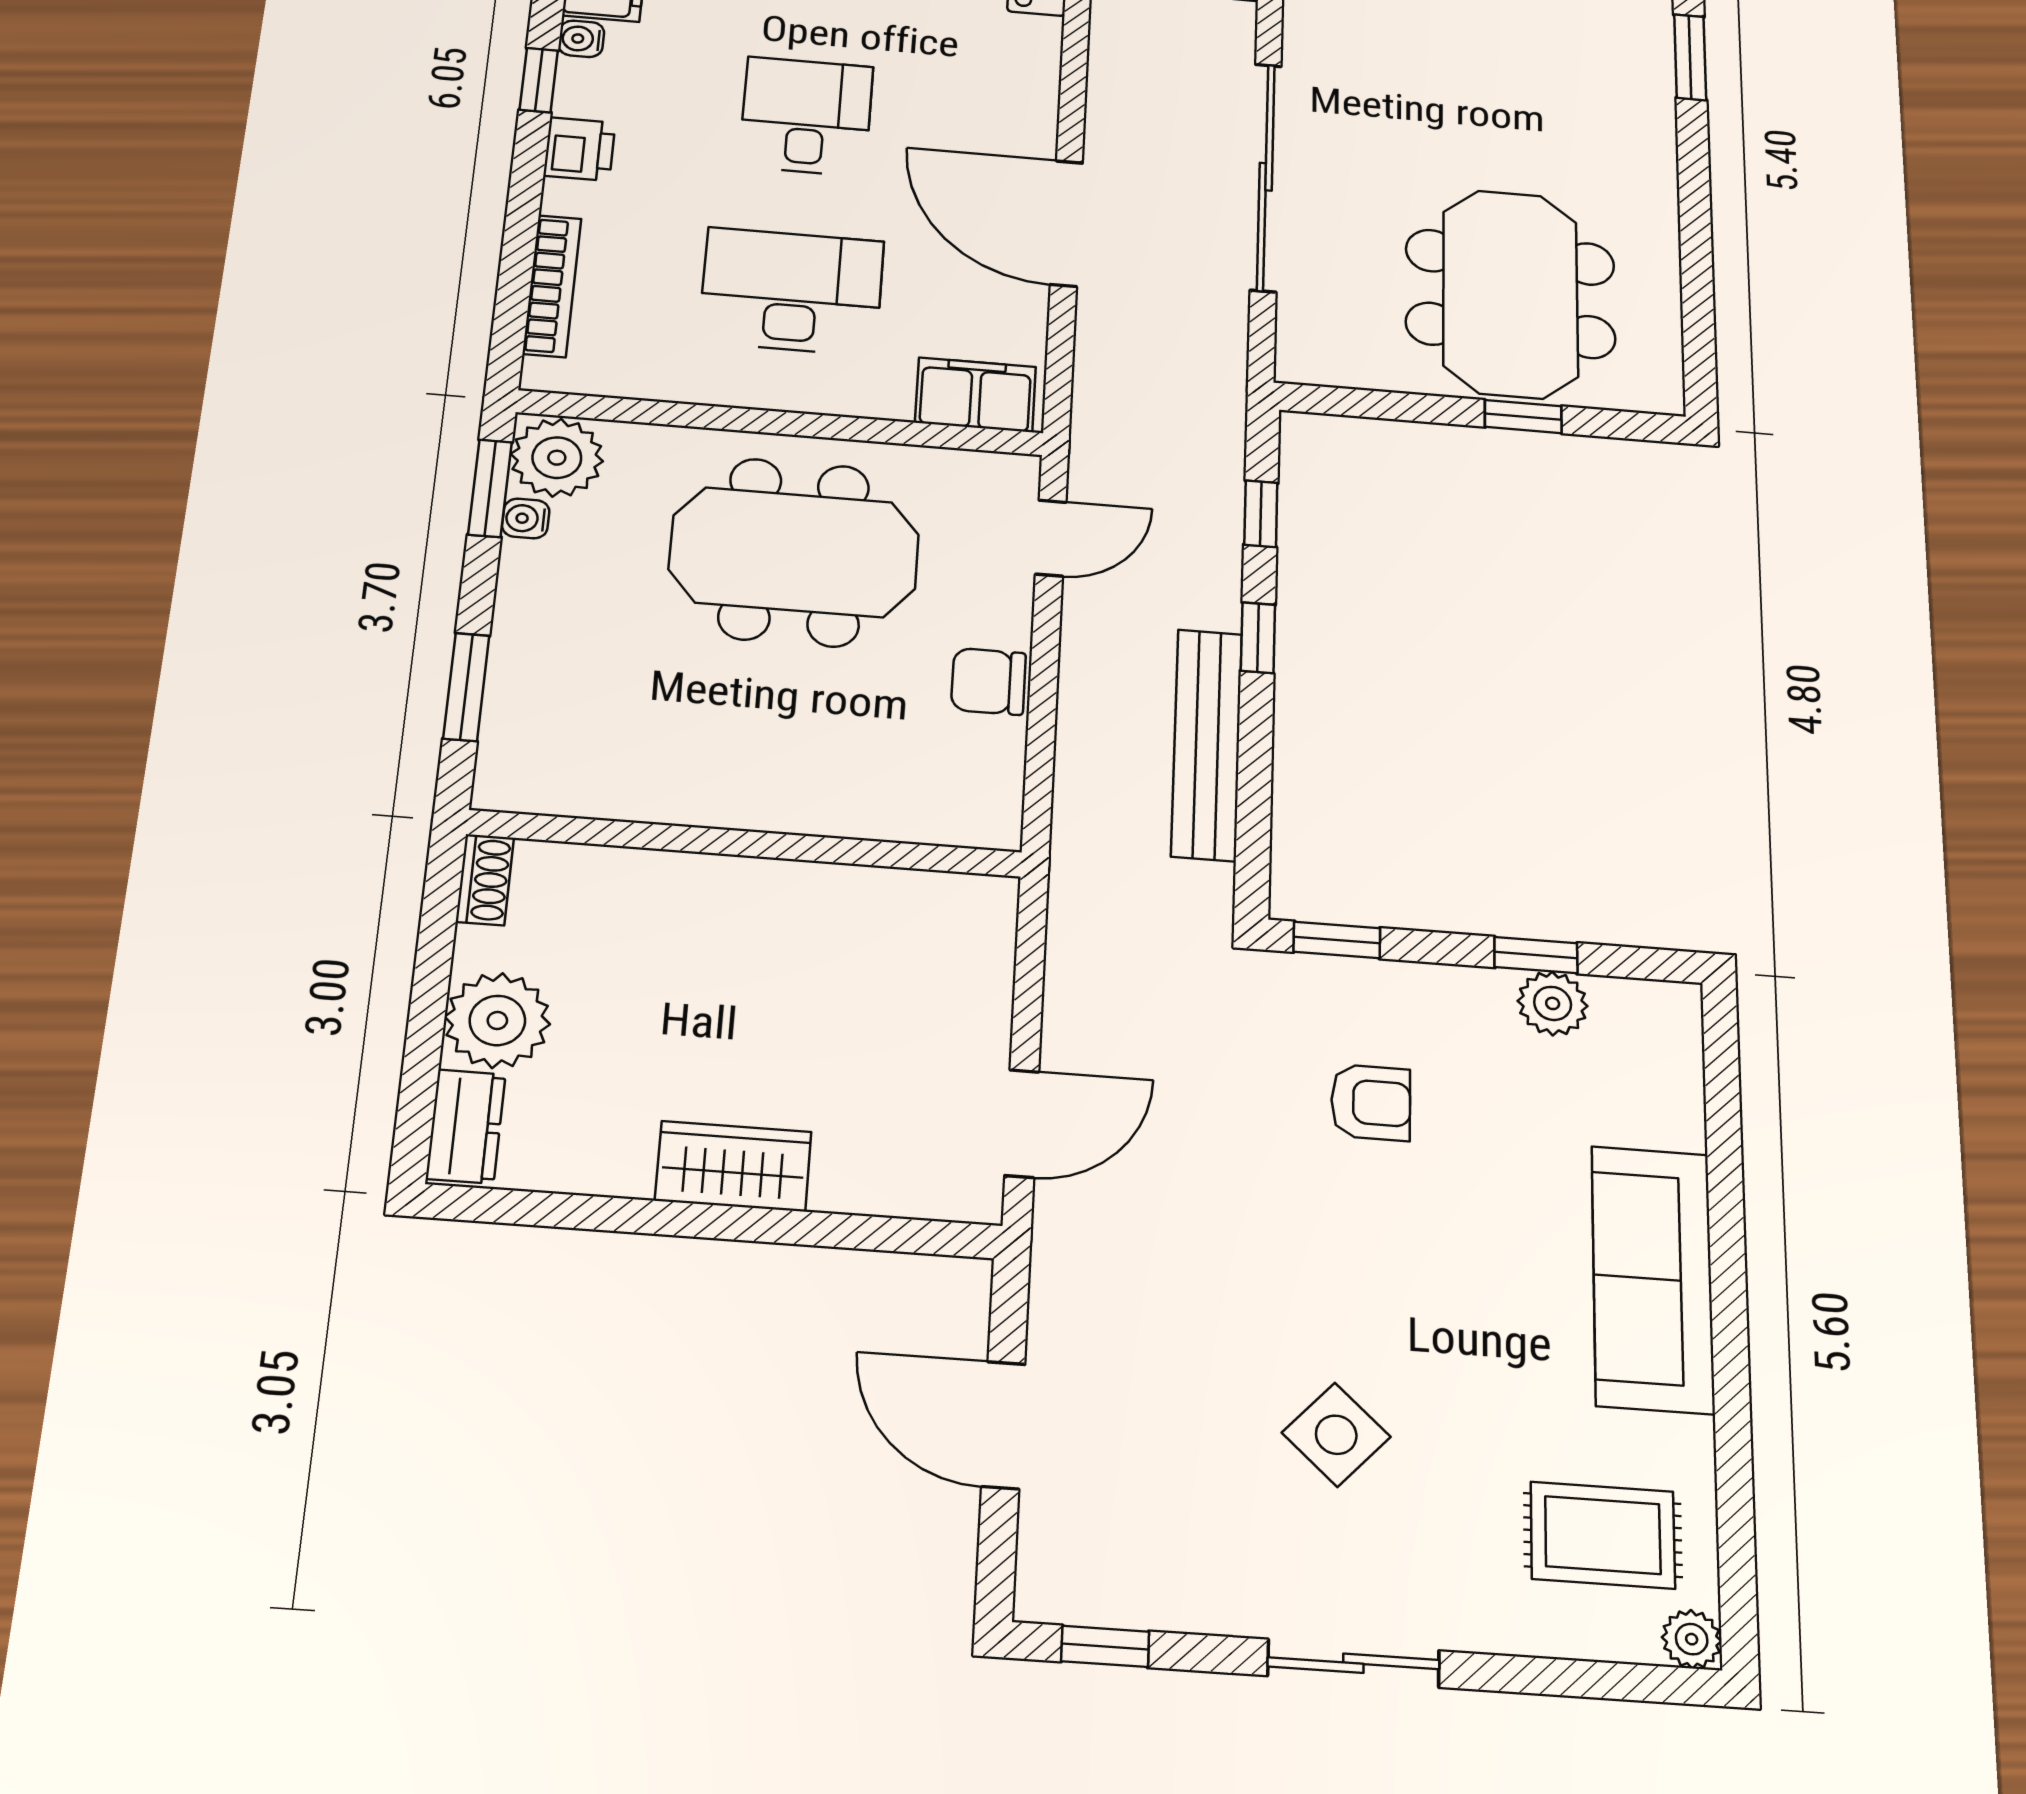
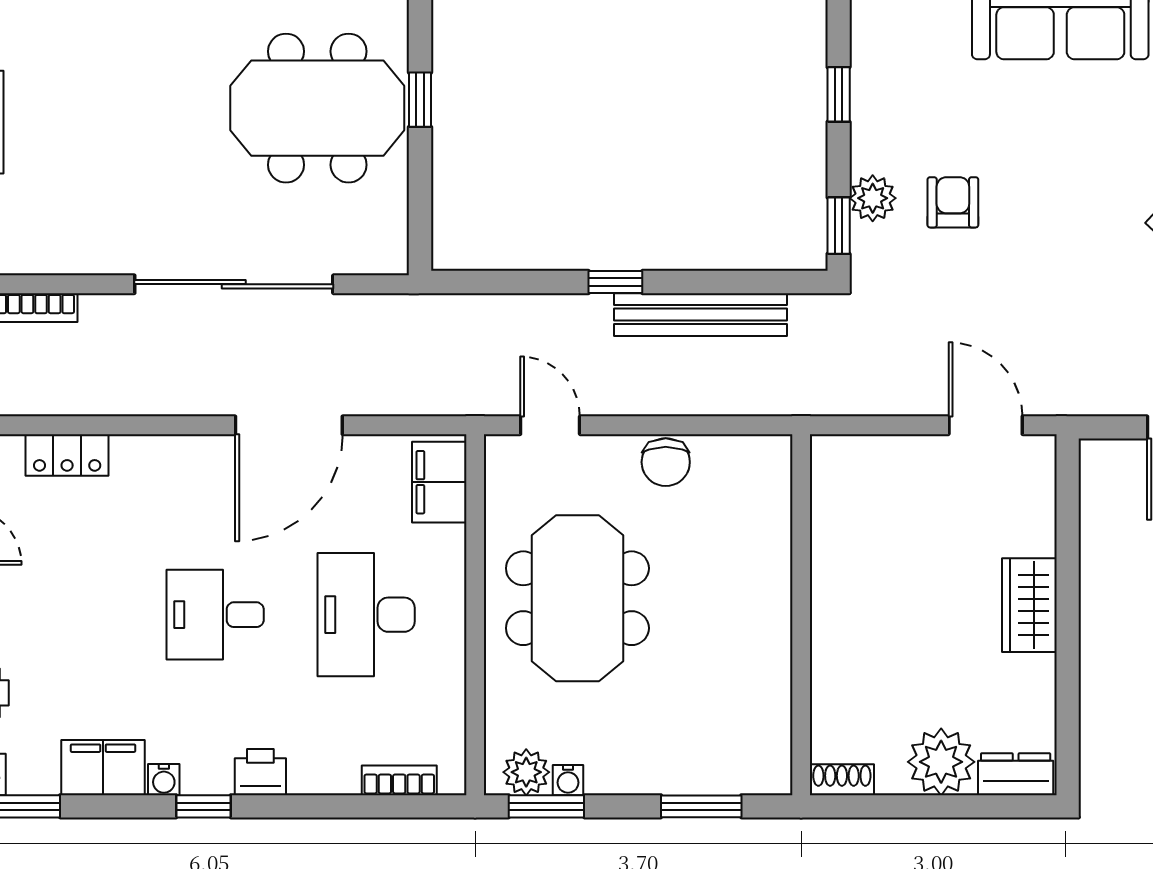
bookcase: (552, 286) -> (399, 780), width x0.64
plant: (557, 458) -> (526, 772), width x0.73, depth x0.73
window: (1261, 514) -> (517, 282), removed
plant: (1553, 1003) -> (873, 198), moved

